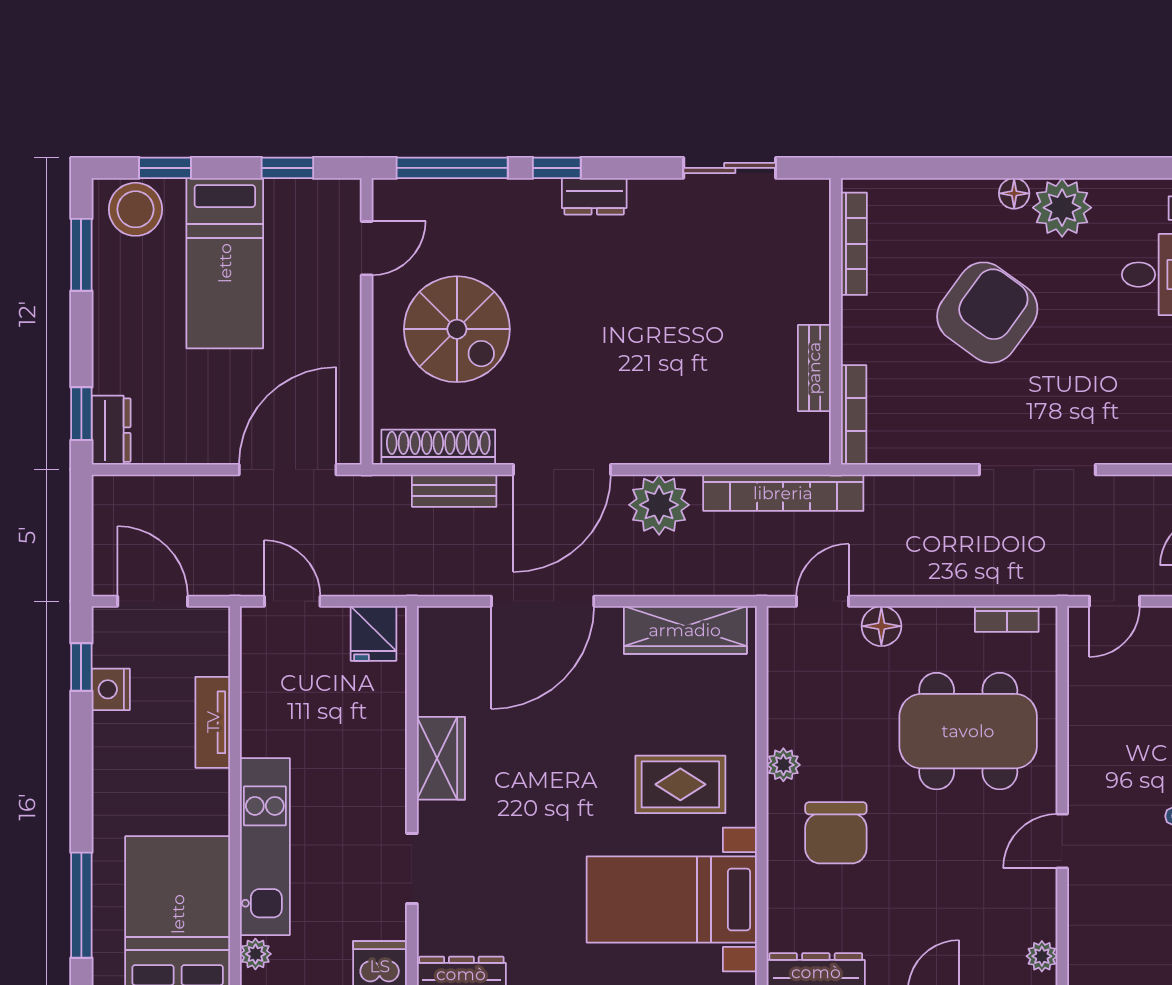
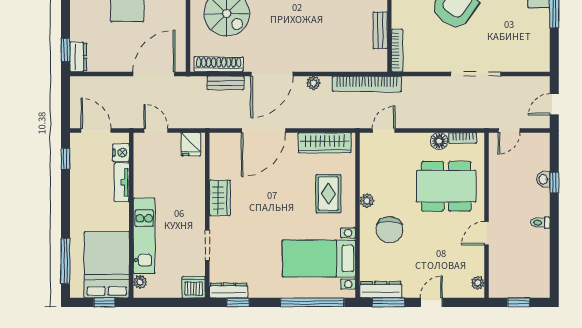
plant: (659, 505) -> (313, 83), width x0.53, depth x0.53
floor lamp: (881, 626) -> (439, 141), moved
nightstand: (111, 689) -> (121, 153), moved, turned 180
rug: (680, 784) -> (328, 194), moved, turned 90

